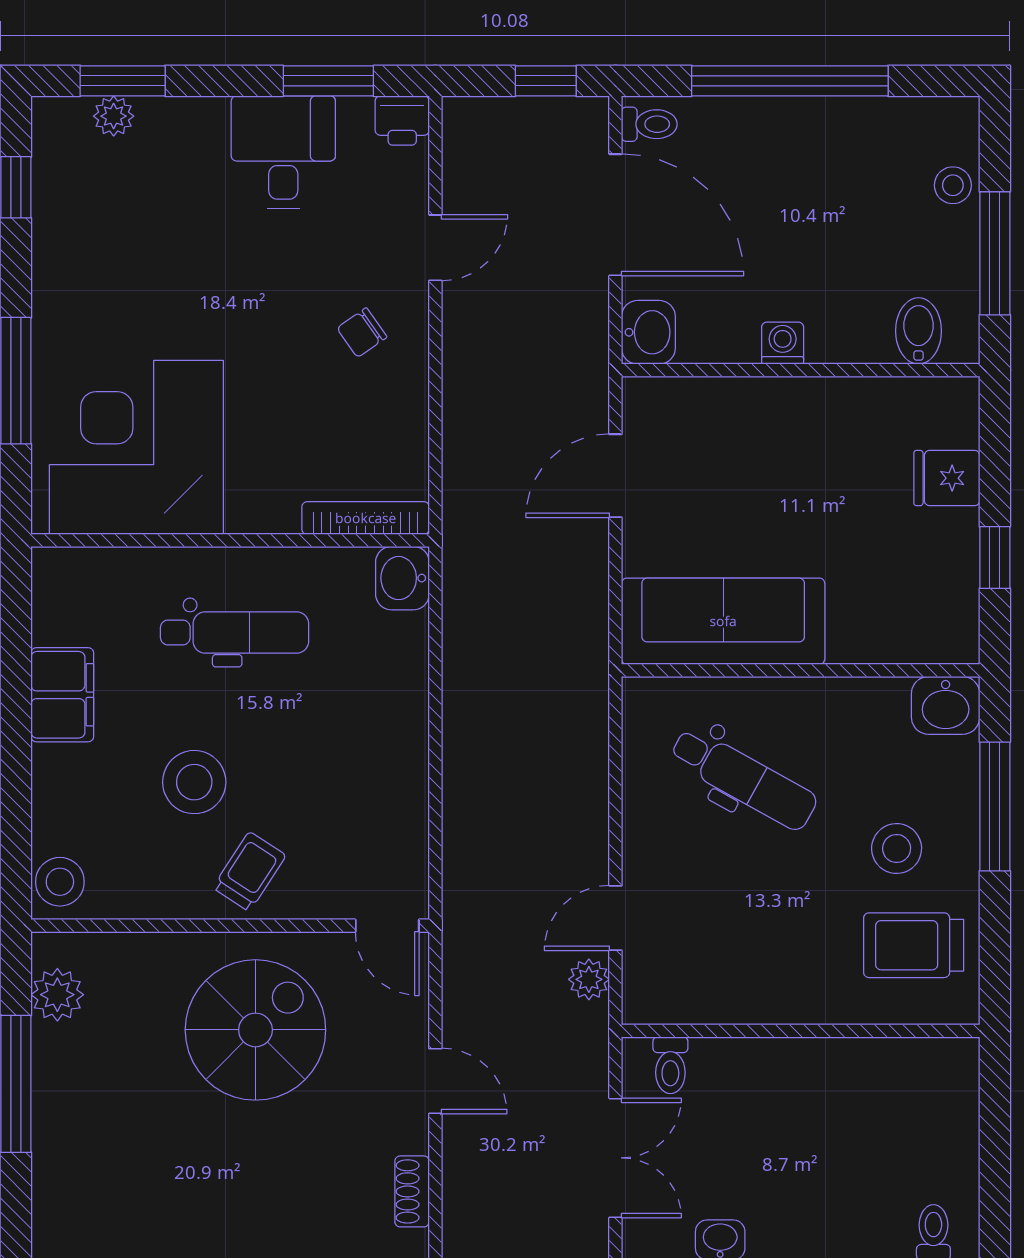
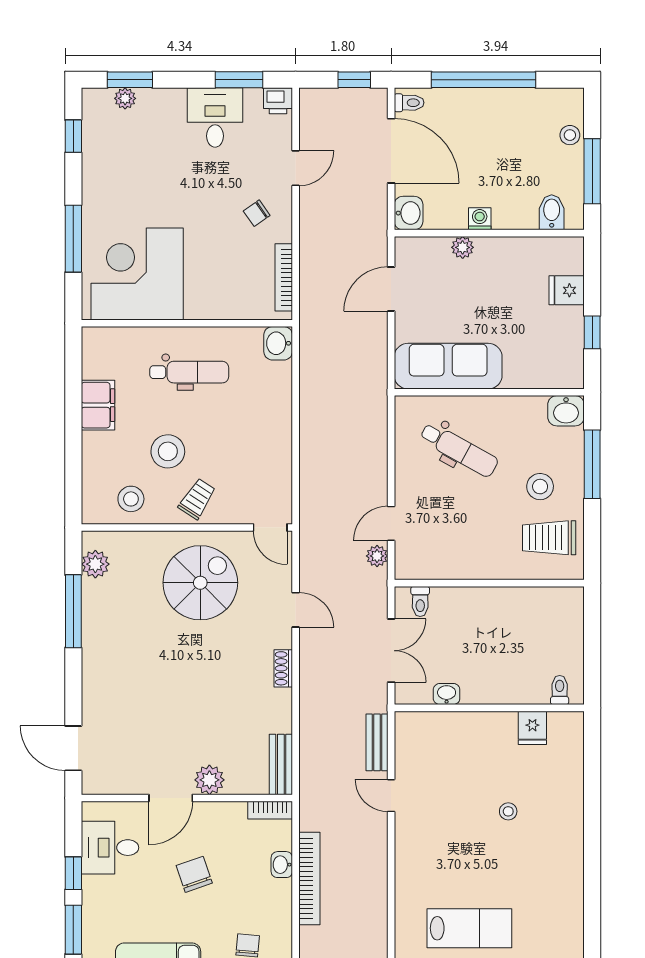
plant: (750, 397) -> (463, 247), added
bookcase: (366, 518) -> (284, 277), moved, turned -90
stool: (60, 882) -> (131, 499), moved

